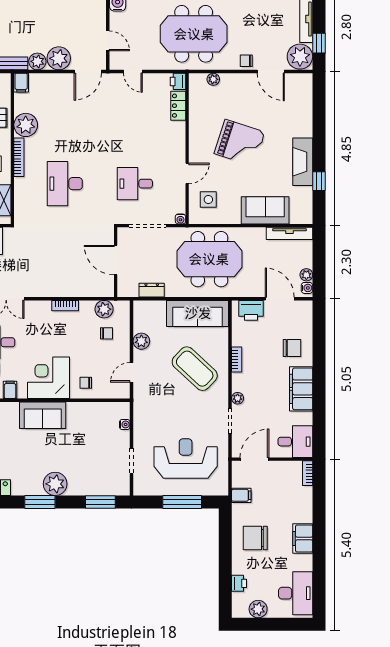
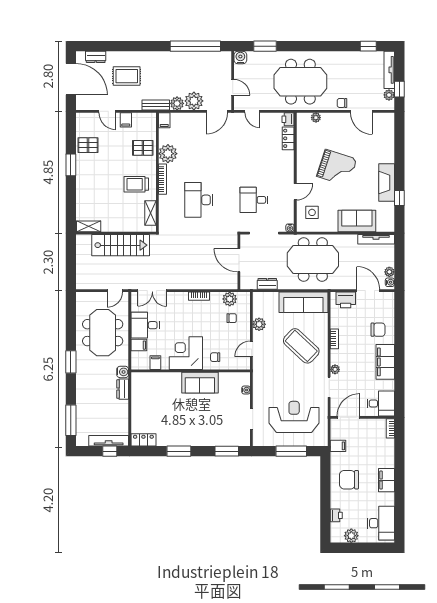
plant: (300, 57) -> (389, 95), width x0.53, depth x0.53
sofa: (43, 415) -> (200, 383), moved
plant: (55, 484) -> (191, 437), removed

